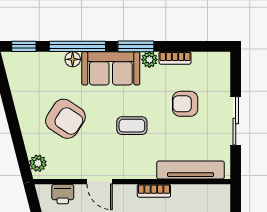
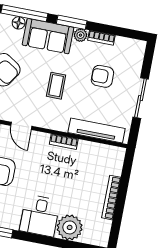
coffee table: (132, 126) -> (56, 86), turned 90

